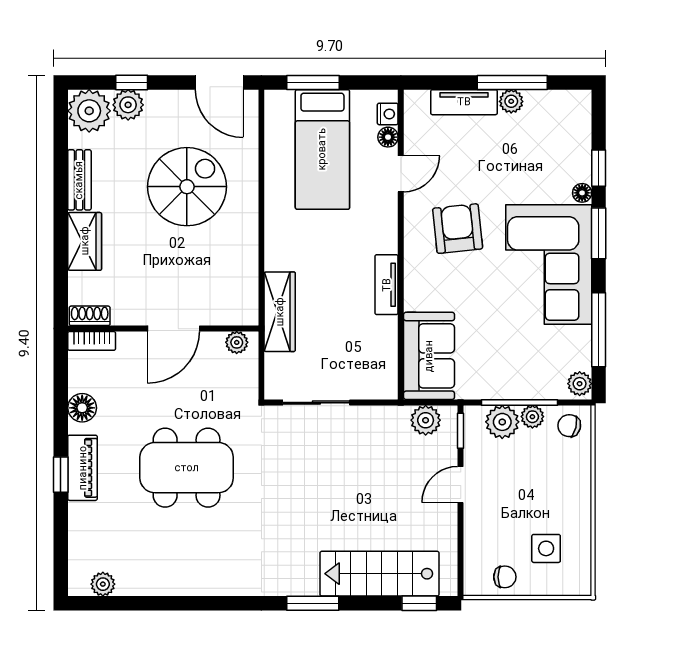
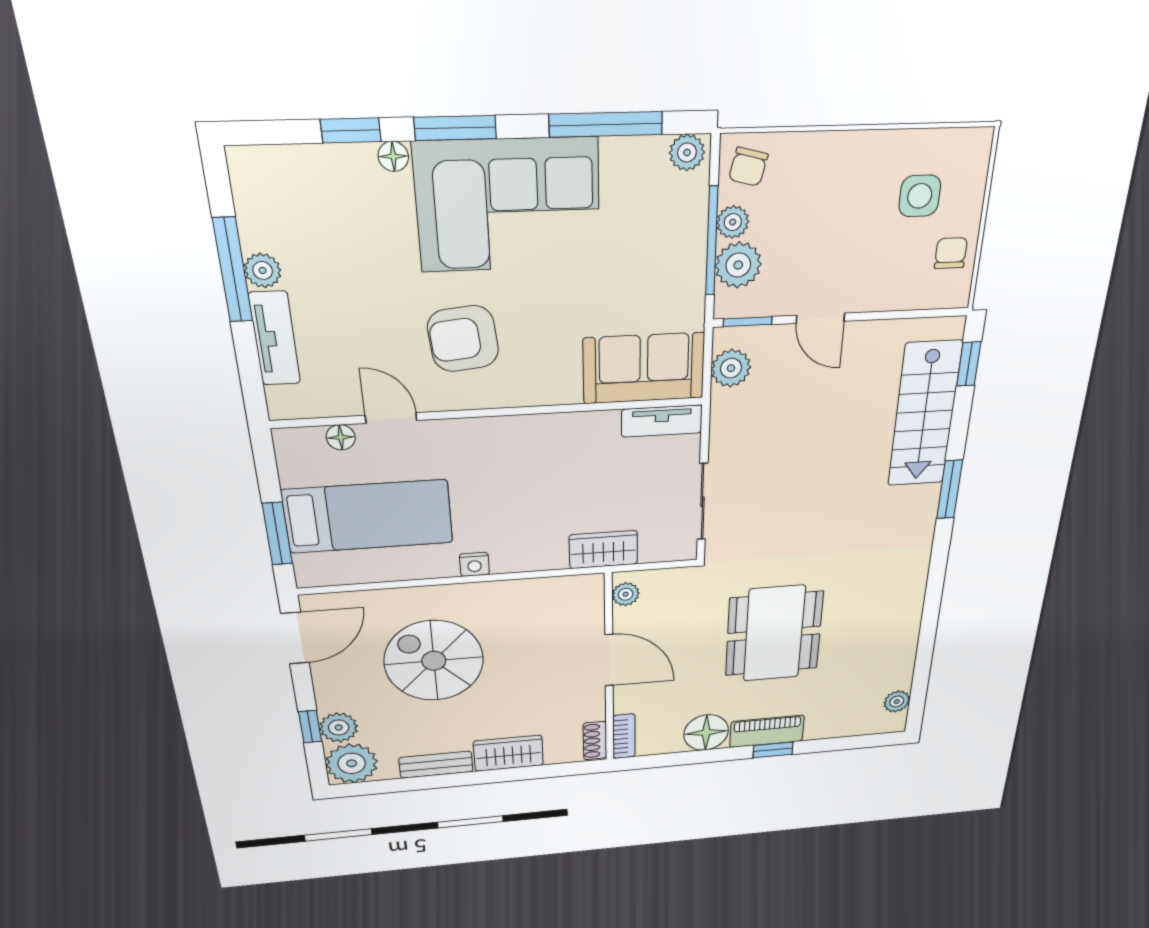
nightstand: (388, 114) -> (474, 564), moved, turned 180
tv unit: (387, 285) -> (662, 421), moved
wardrobe: (280, 312) -> (603, 550), width x0.67
floor lamp: (82, 408) -> (706, 733), width x1.38, depth x1.38

